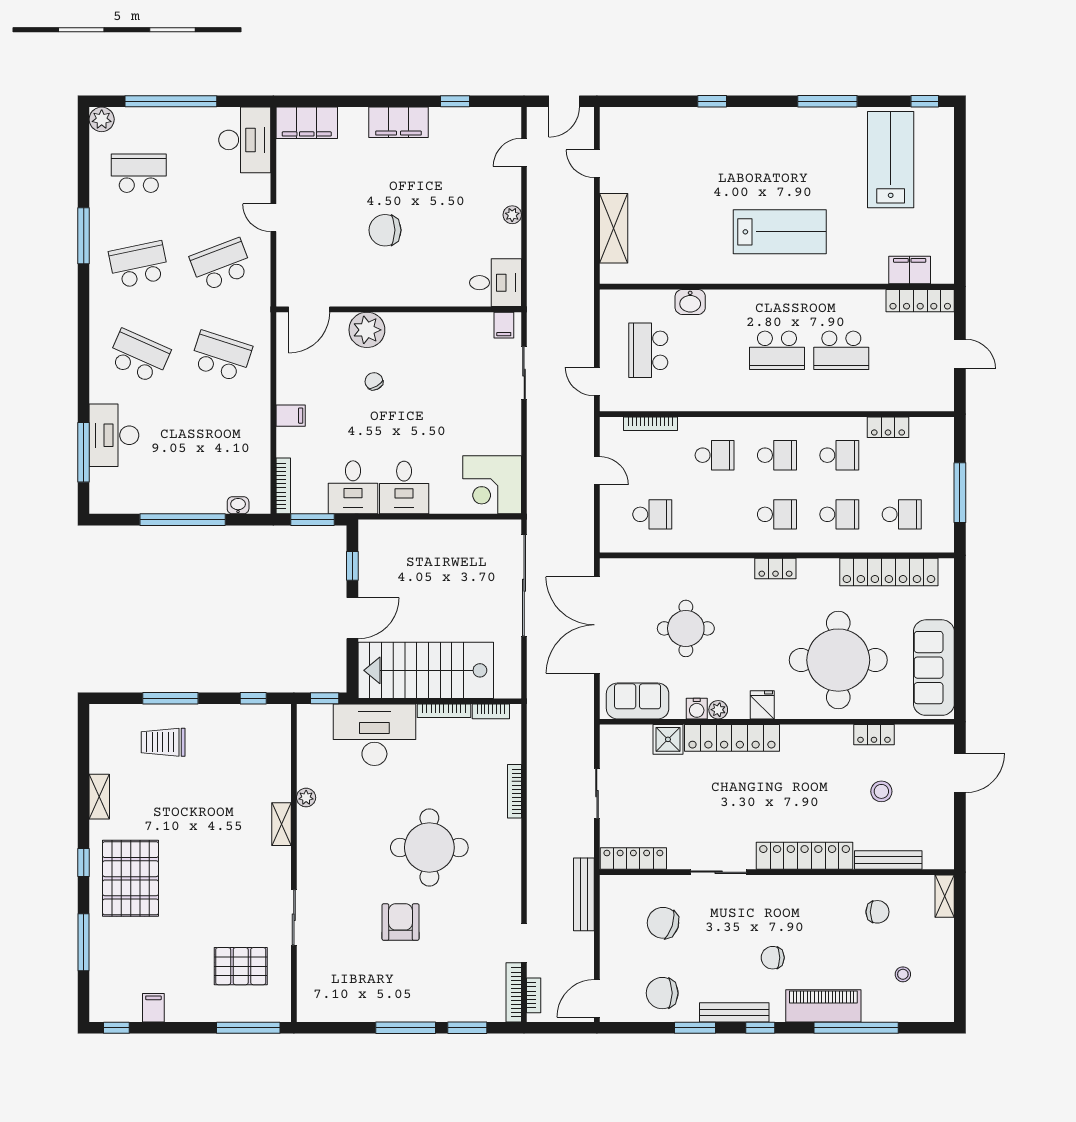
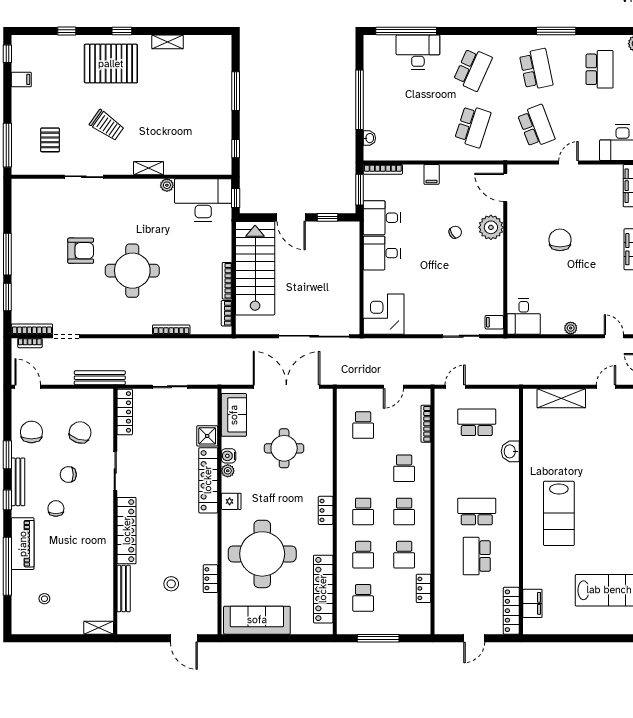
school desk: (777, 350) -> (477, 511), turned 90
window: (84, 452) -> (406, 31), width x1.46
desk: (374, 735) -> (203, 200), moved, turned -90
trolley: (163, 742) -> (107, 125), moved, turned 125
chair: (877, 912) -> (68, 475), moved, turned 90
window: (84, 942) -> (67, 31), width x0.46
pallet: (241, 966) -> (50, 140), width x0.67, depth x0.71

